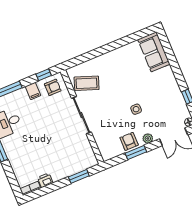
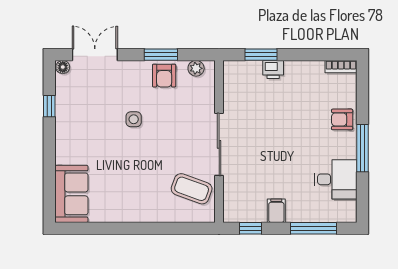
armchair: (53, 87) -> (342, 119), moved
plant: (148, 138) -> (196, 68), moved
printer: (45, 180) -> (273, 69), moved

